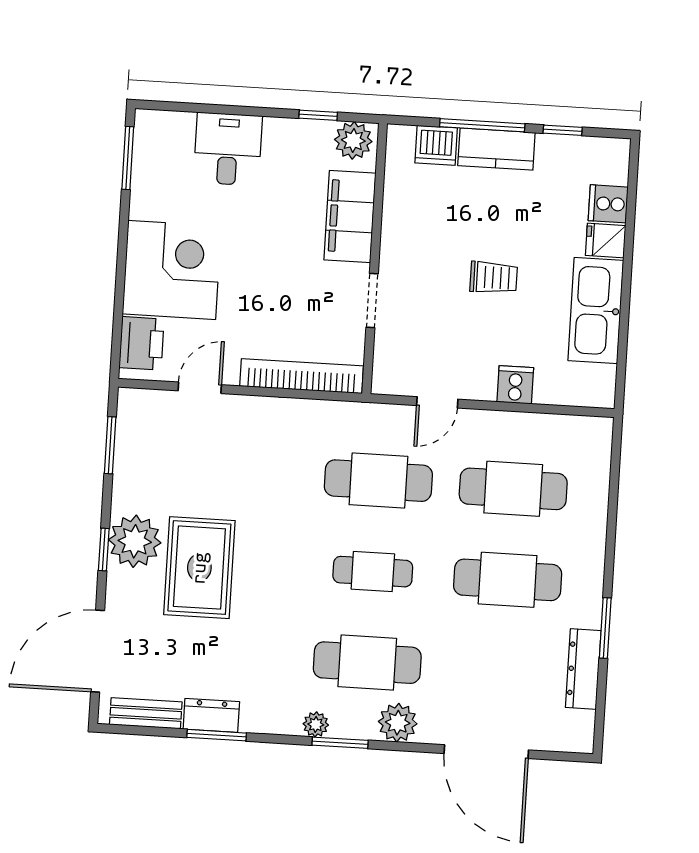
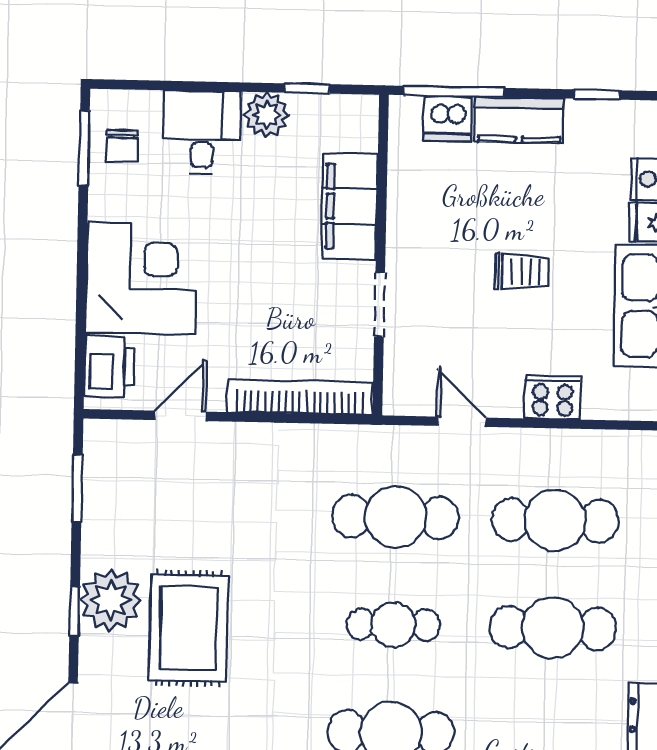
window: (482, 125) -> (454, 92), moved
plant: (353, 140) -> (266, 115), moved
chair: (160, 158) -> (123, 146), added
cooker: (515, 385) -> (553, 397), width x1.36
door: (437, 402) -> (461, 422), swing flipped

